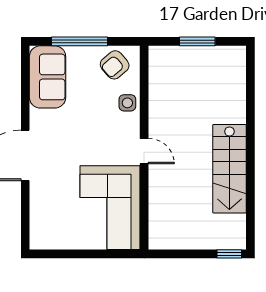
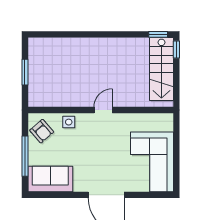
stairs: (229, 169) -> (161, 69), moved, turned 90
corner sofa: (110, 208) -> (152, 162), moved, turned 90
window: (250, 228) -> (158, 34), added

